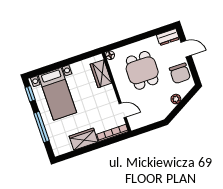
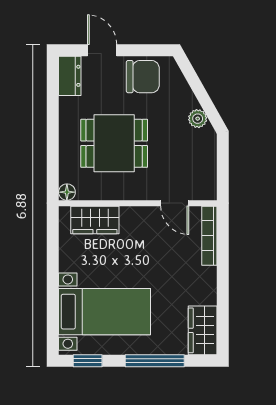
door: (186, 49) -> (102, 50), hinge flipped
plant: (176, 99) -> (198, 119), moved
door: (123, 110) -> (175, 203), swing flipped
wardrobe: (84, 139) -> (203, 330), moved

